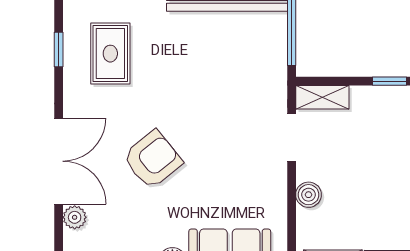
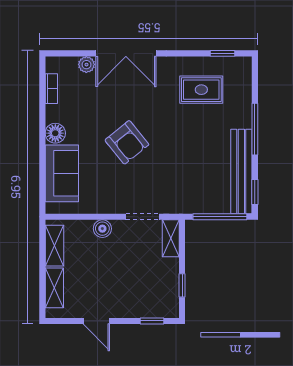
window: (59, 49) -> (223, 53), moved
armchair: (153, 160) -> (127, 142), moved

